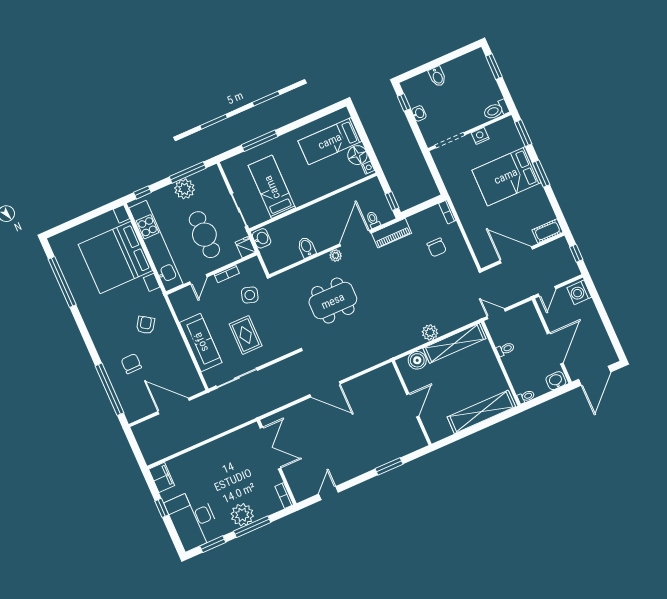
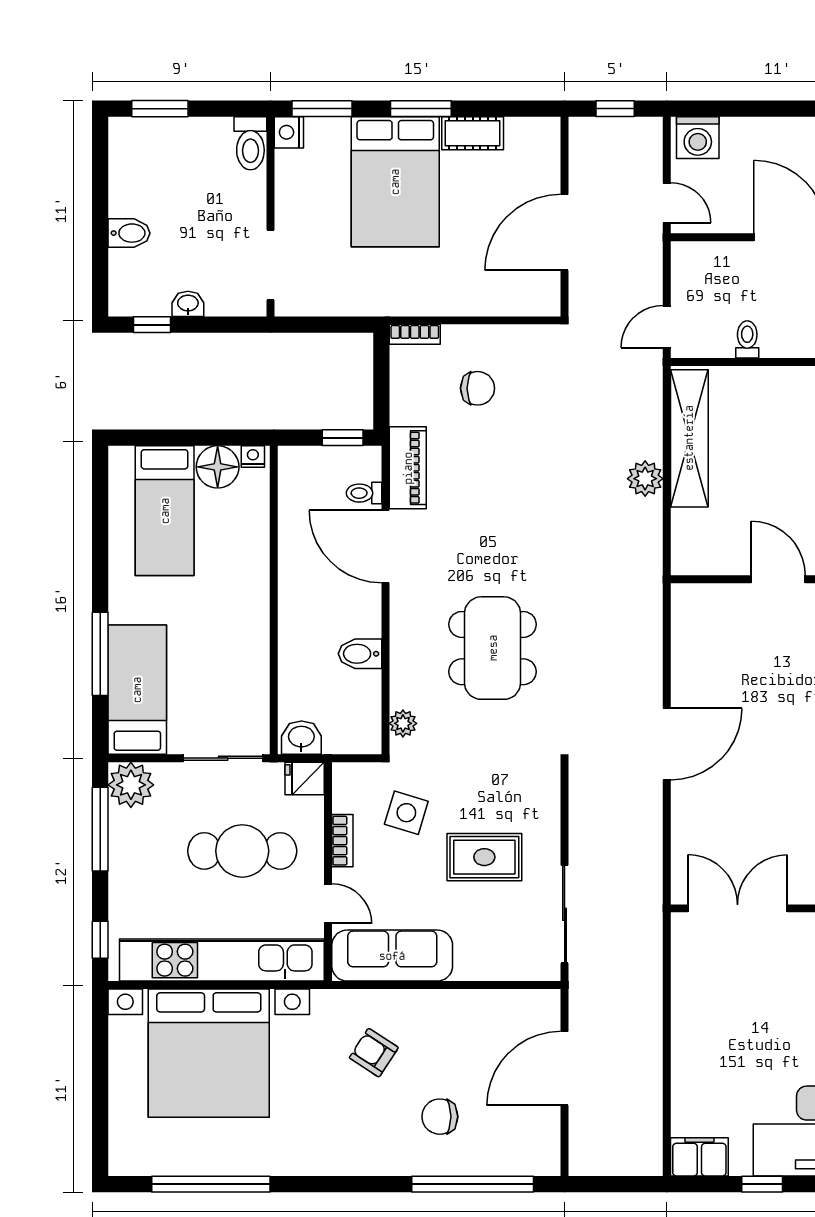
nightstand: (480, 136) -> (289, 132), moved
bed: (272, 187) -> (137, 690), moved, turned 90
plant: (185, 189) -> (131, 785), moved
cot: (547, 231) -> (473, 133), moved, turned 90
plant: (336, 255) -> (403, 723), moved
sofa: (201, 342) -> (392, 956), moved
boiler: (417, 360) -> (691, 530), removed

